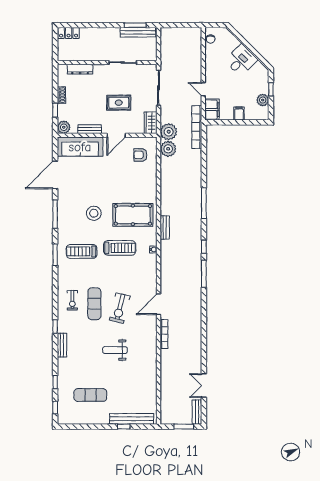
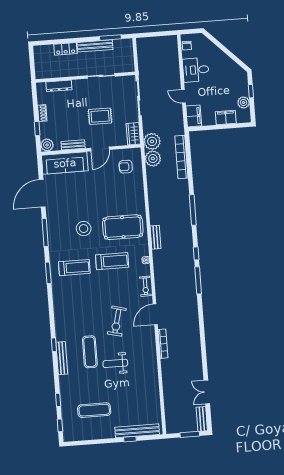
bench: (138, 32) -> (95, 46), moved
locker: (69, 33) -> (65, 49), moved
desk: (241, 60) -> (196, 70), moved, turned -135
filing cabinet: (239, 114) -> (226, 117), width x2.00
bookcase: (197, 127) -> (181, 157), moved
treadmill: (82, 251) -> (74, 268), turned 180
exercise bike: (72, 300) -> (145, 286), moved
exercise mat: (94, 304) -> (90, 352), moved
bench: (62, 345) -> (62, 358), width x1.36

